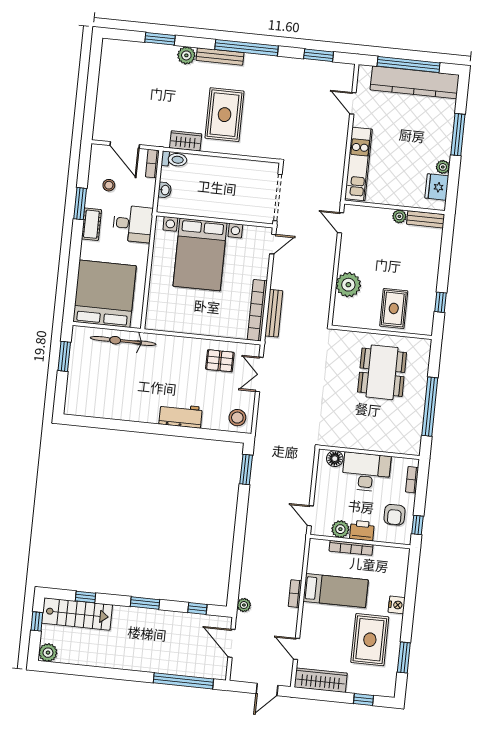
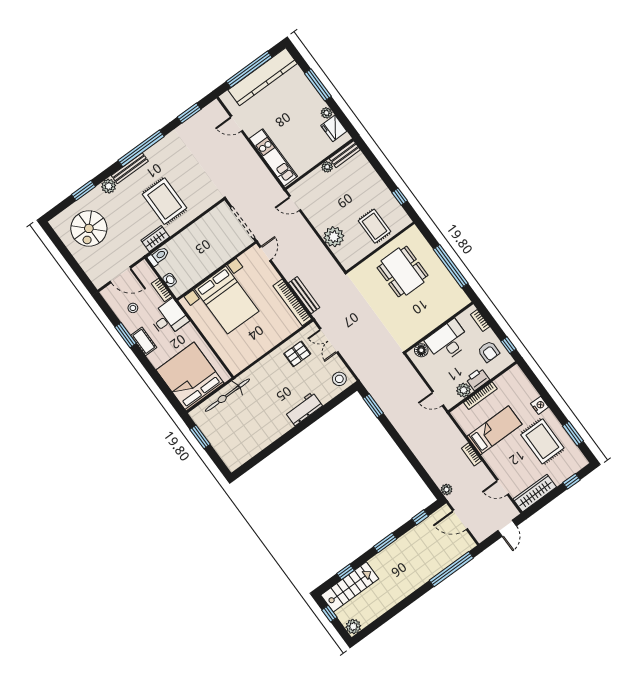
spiral stairs: (134, 77) -> (89, 228), added
bookcase: (152, 164) -> (162, 290), moved

